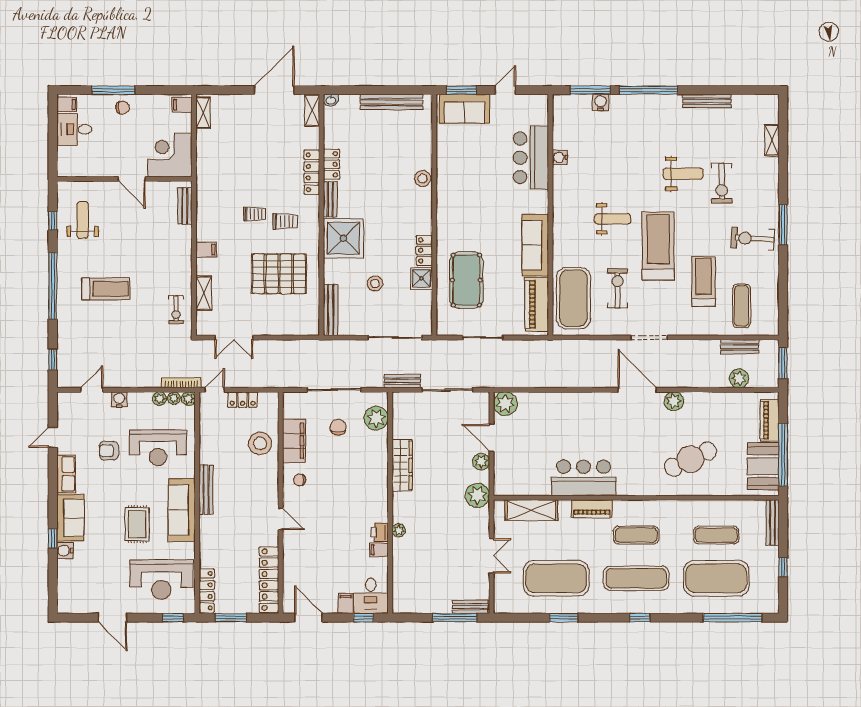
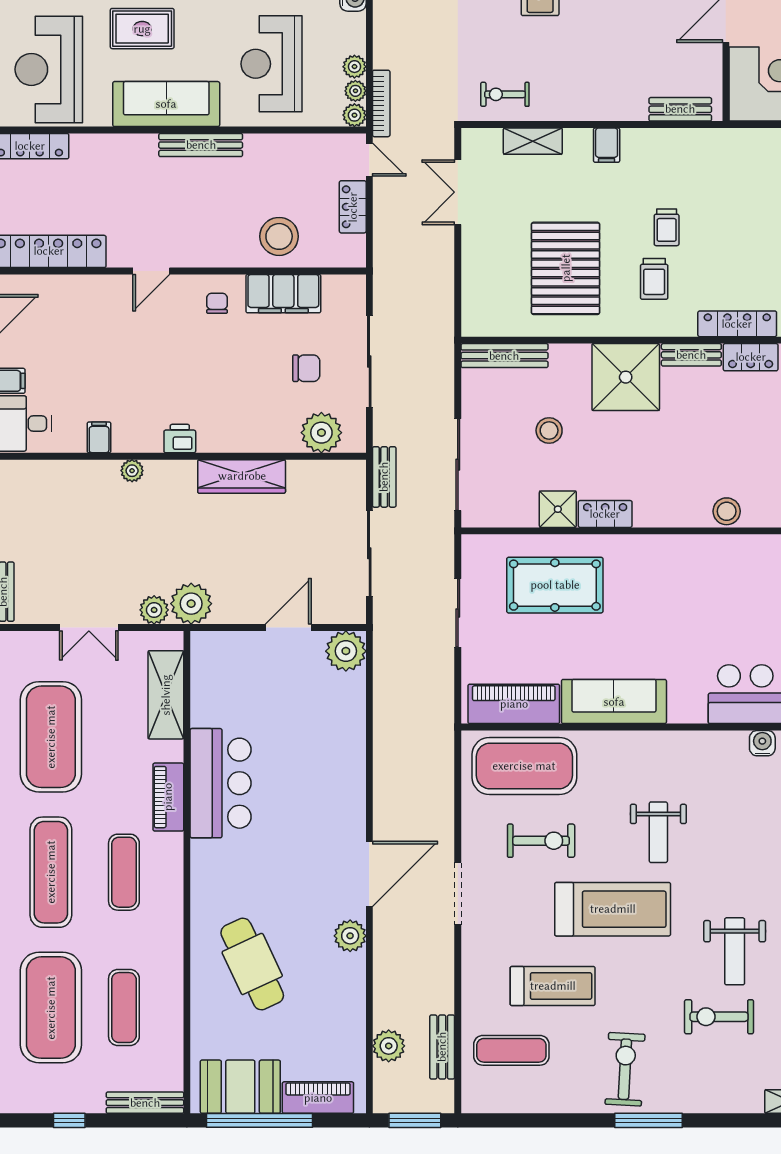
plant: (481, 462) -> (154, 610), moved
printer: (380, 532) -> (180, 439), moved

